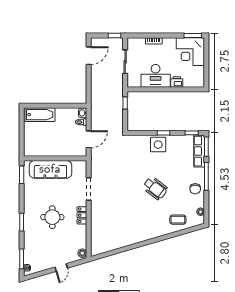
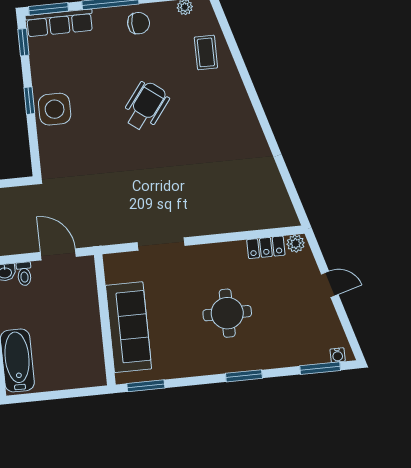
locker: (82, 215) -> (266, 247), moved

